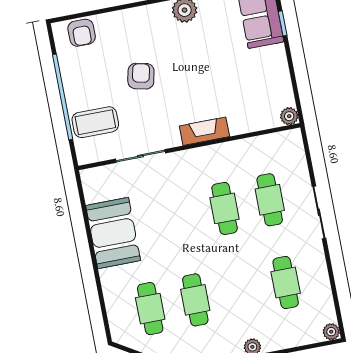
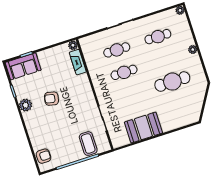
armchair: (141, 76) -> (51, 99), moved
fireplace: (204, 131) -> (78, 62), moved
cafe table: (195, 300) -> (172, 82), width x1.37, depth x1.35
cafe table: (150, 309) -> (180, 104), removed

